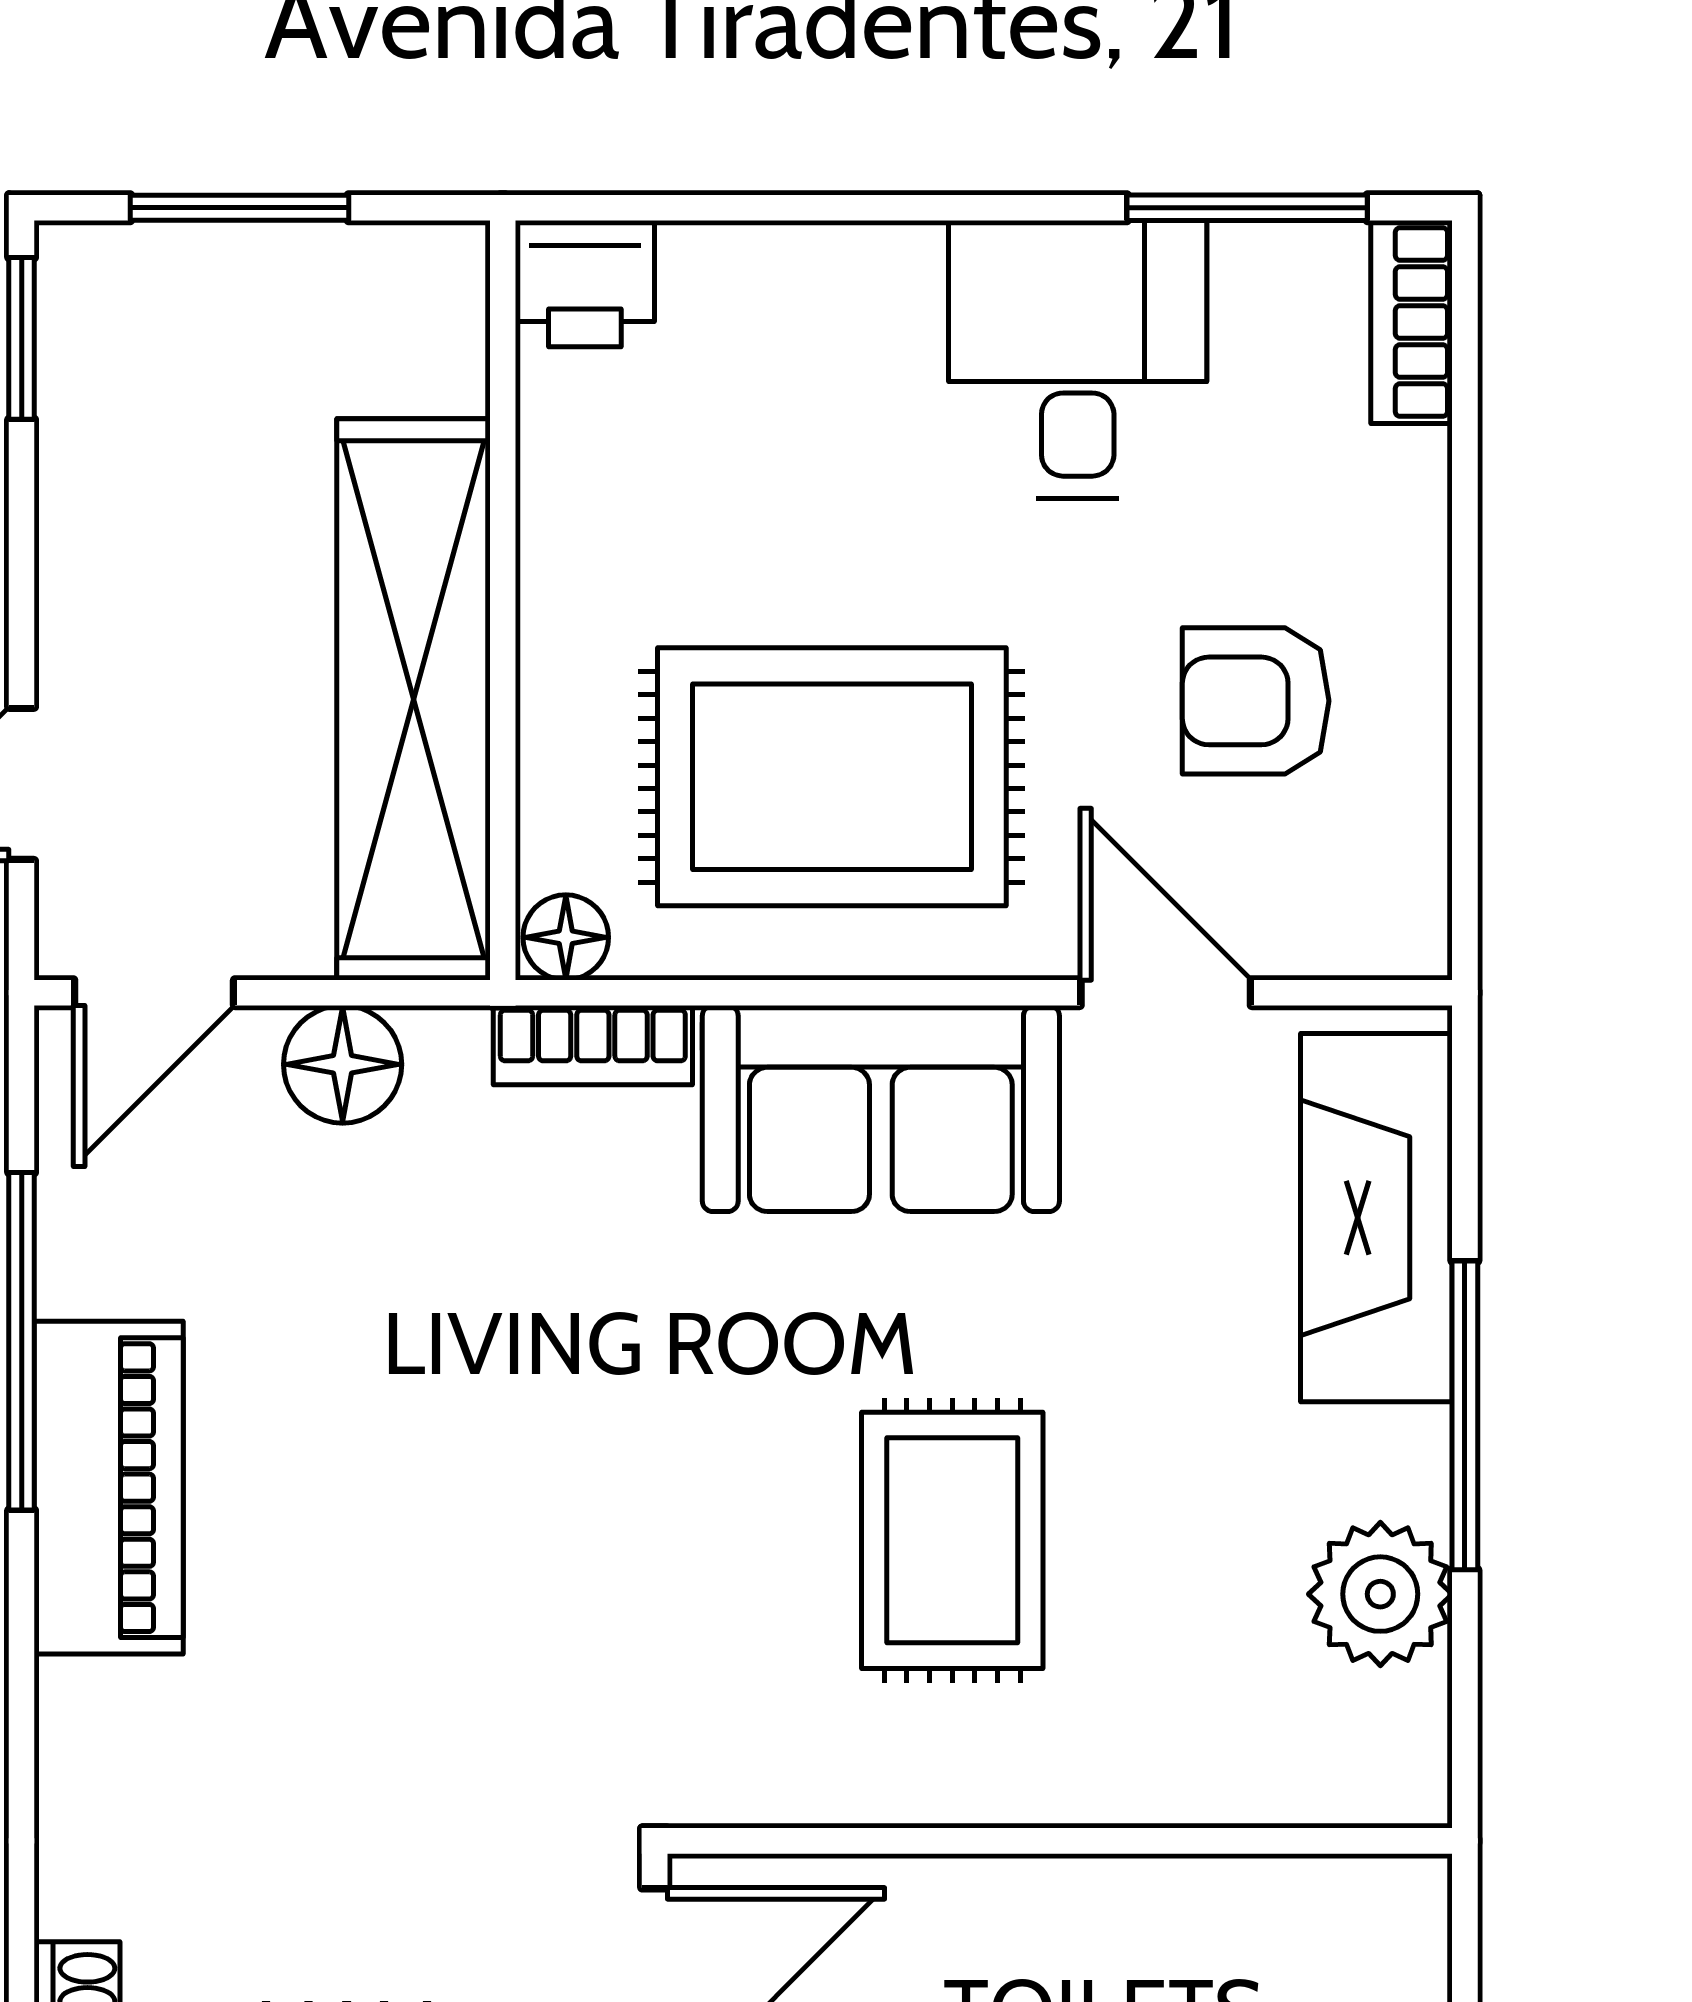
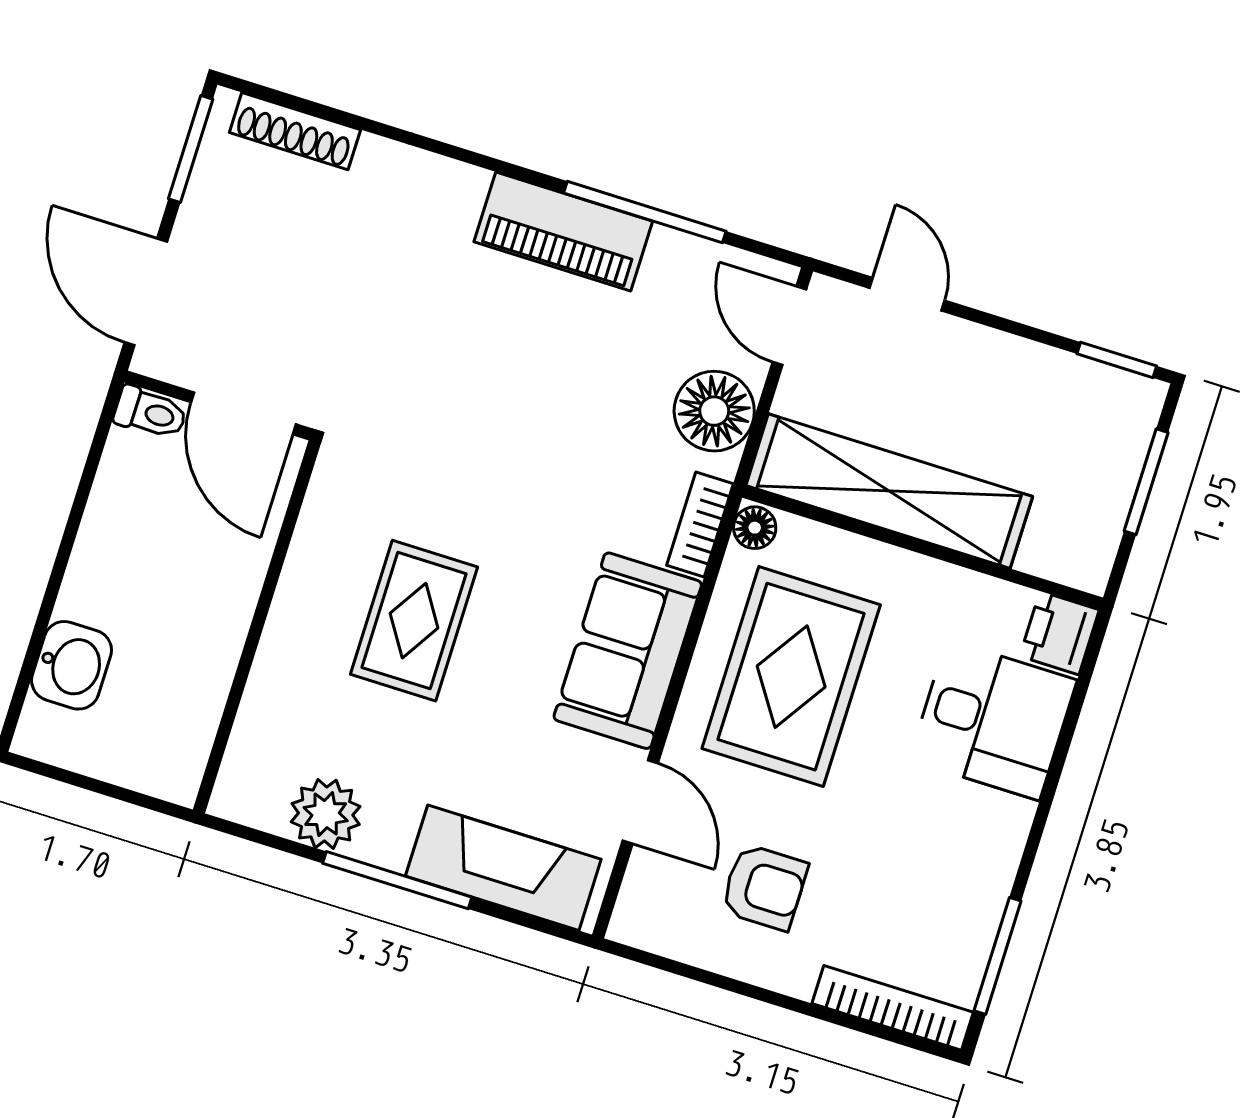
bookcase: (1412, 322) -> (893, 1008), width x1.56
desk: (1078, 359) -> (993, 720), moved
armchair: (1256, 701) -> (764, 887), turned 90
door: (1166, 993) -> (640, 802), hinge flipped
floor lamp: (343, 1064) -> (714, 411), width x1.38, depth x1.38
rug: (952, 1540) -> (414, 621), turned 90

